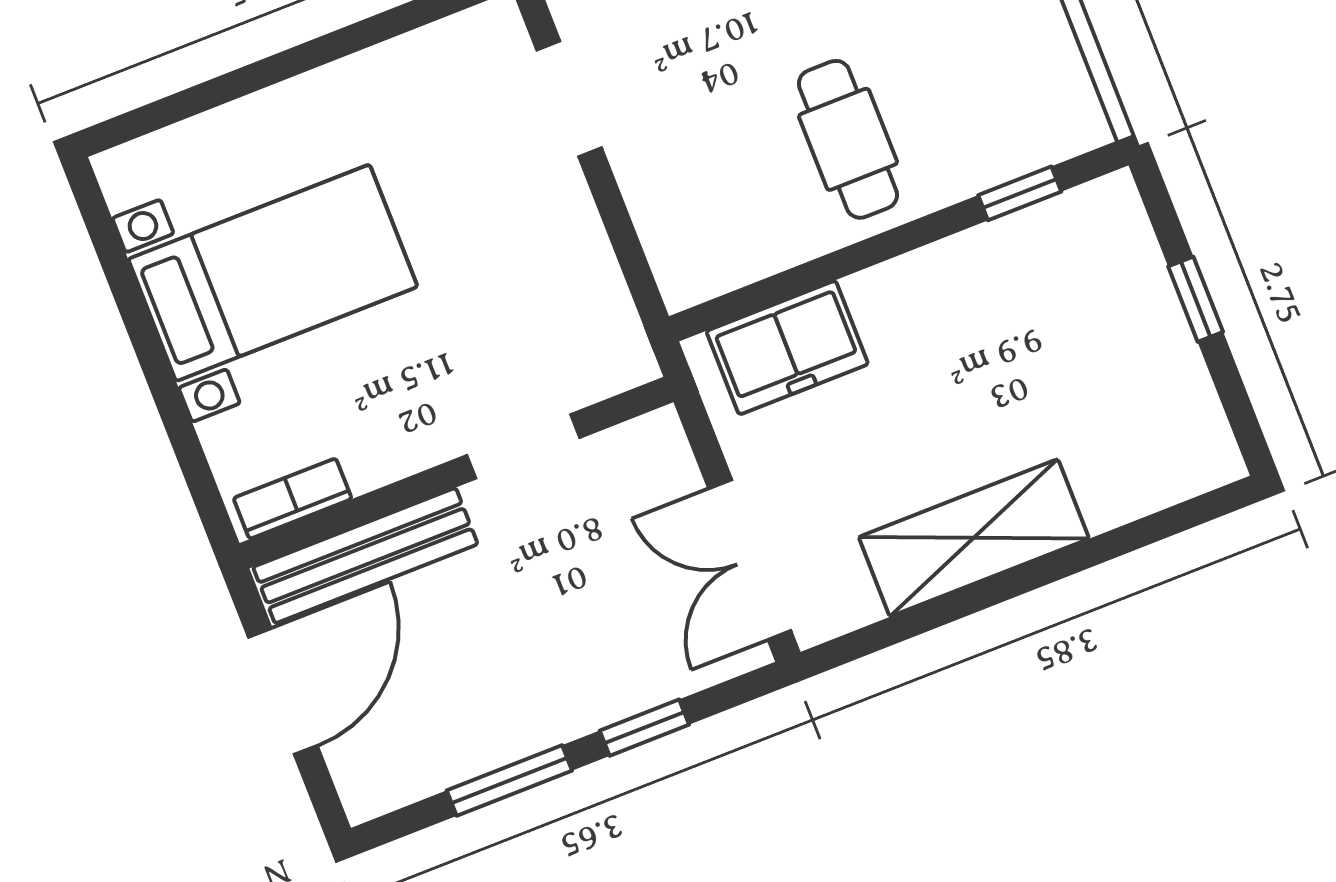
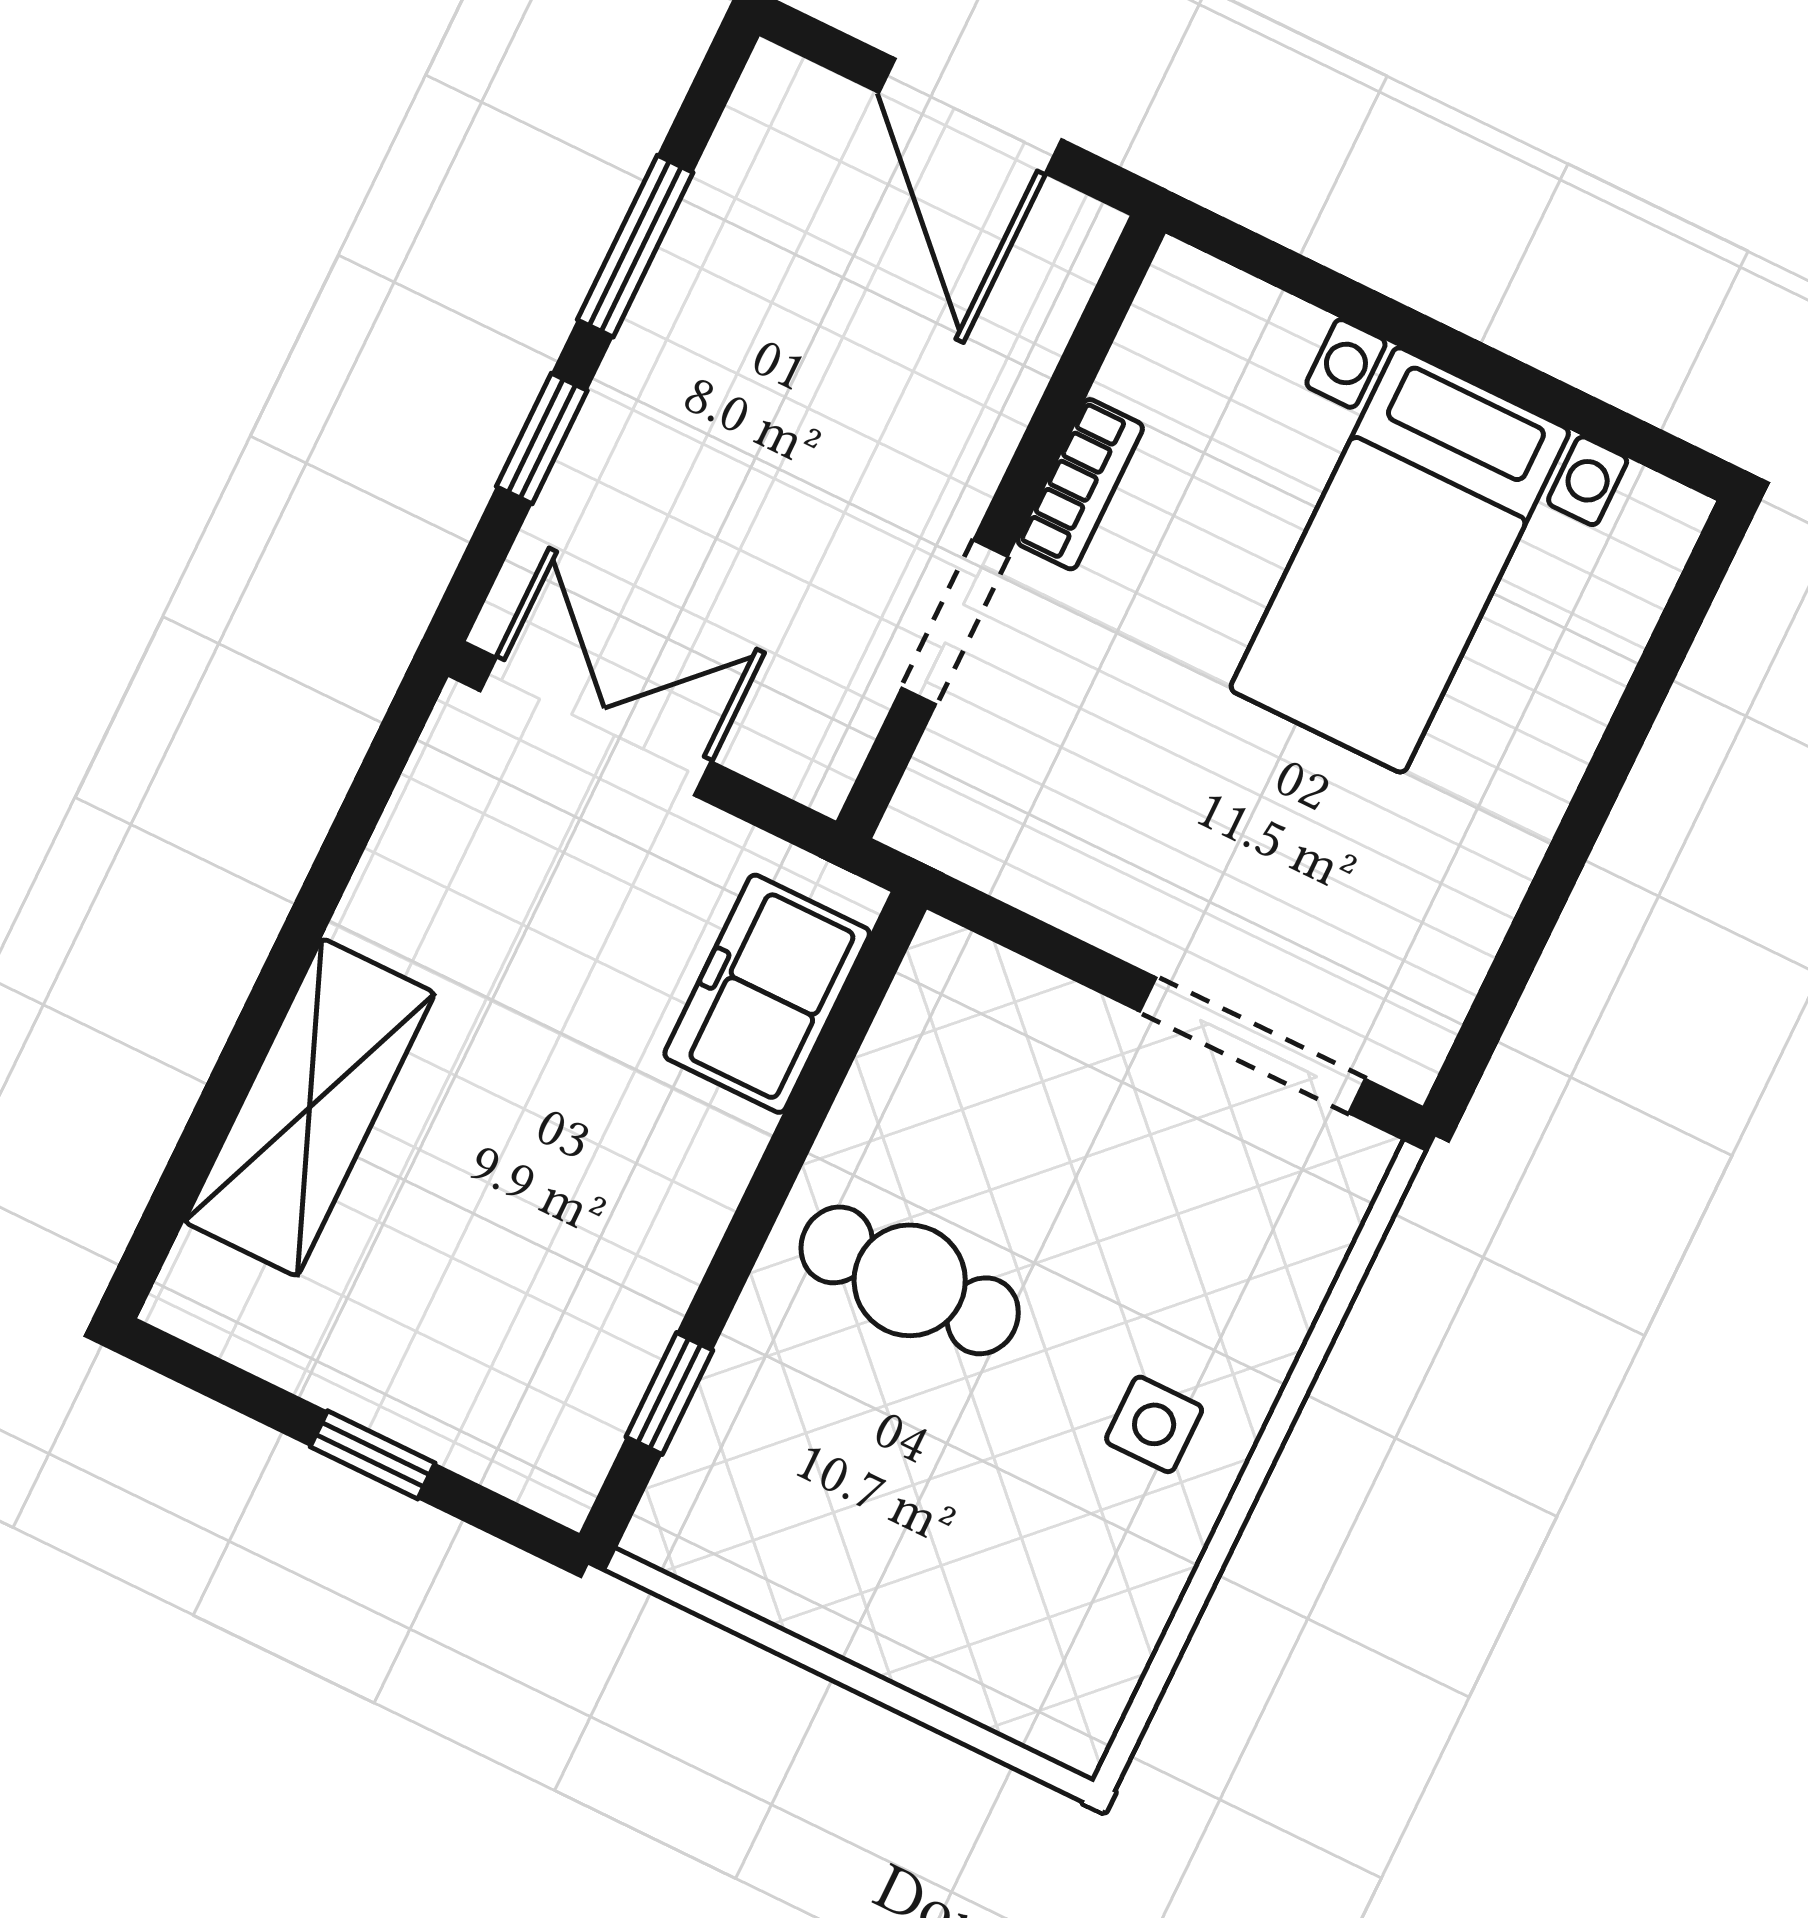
doorway: (569, 99) -> (1253, 1045), width x1.38
bookcase: (293, 499) -> (1080, 484), moved
shelving: (974, 538) -> (310, 1107), moved
bench: (365, 556) -> (1016, 346), removed

